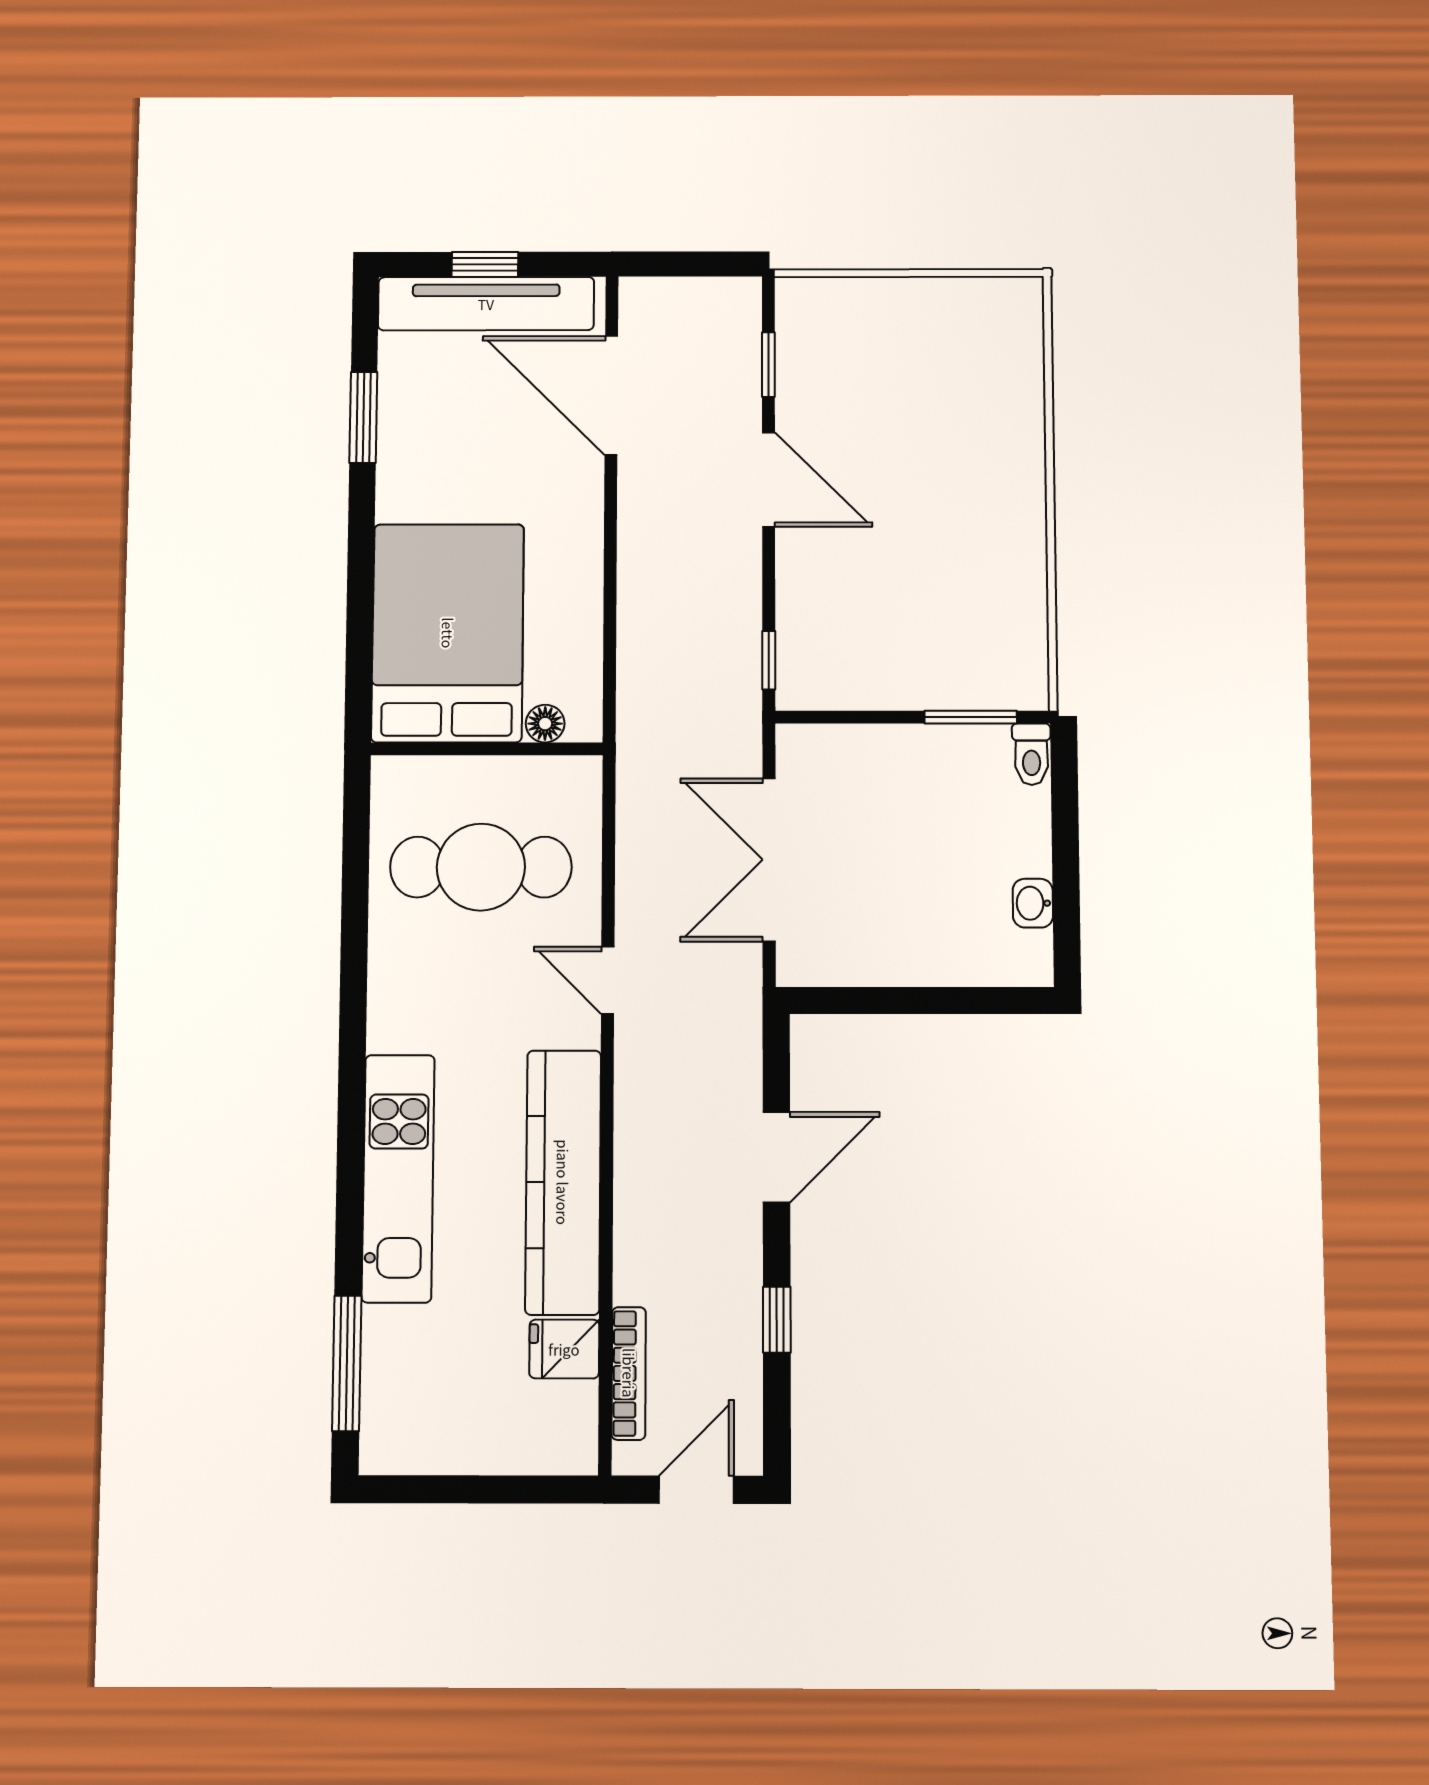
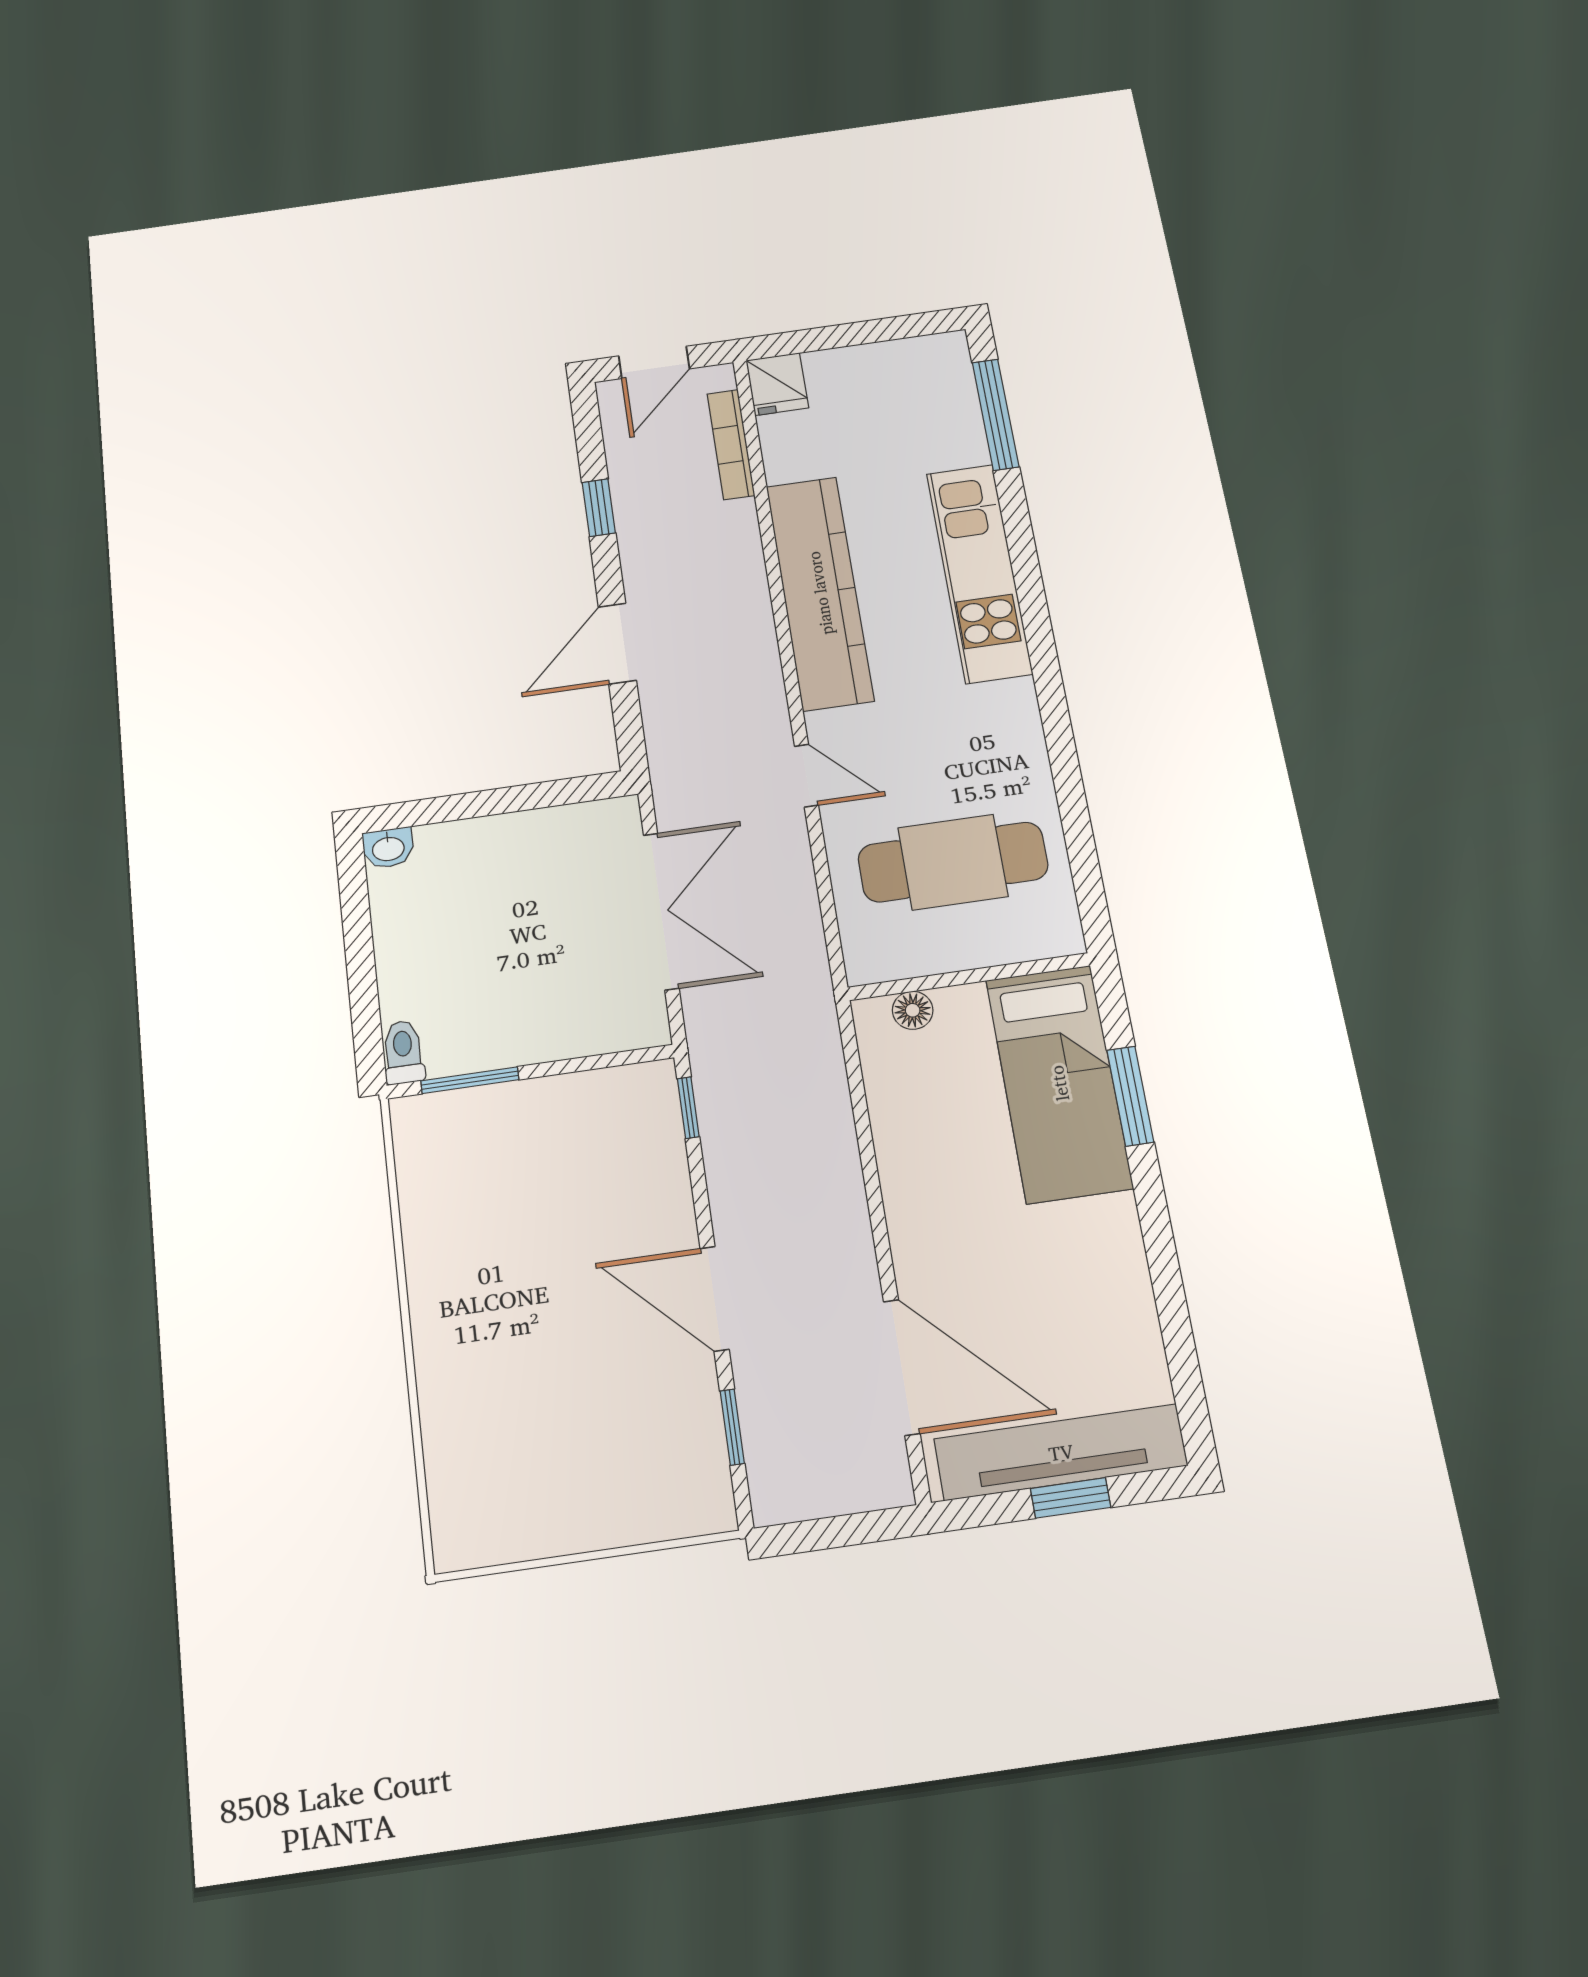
window: (363, 417) -> (1130, 1096), moved
bed: (448, 633) -> (1059, 1083), width x0.67
washbasin: (1033, 903) -> (388, 848), moved, turned 90
fridge: (564, 1349) -> (777, 384), moved, turned 90

